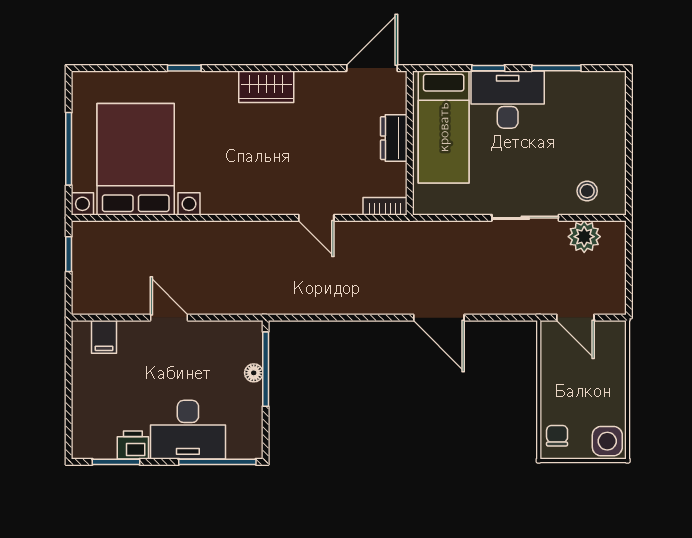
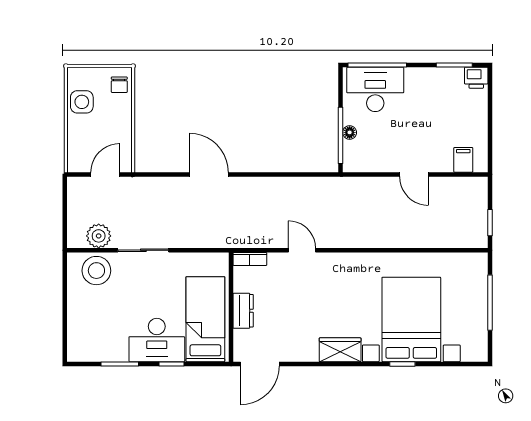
bed with nightstands: (136, 159) -> (411, 319), moved, turned 180
stool: (587, 191) -> (96, 271), width x1.89, depth x1.89
door: (575, 318) -> (105, 174), hinge flipped
desk: (188, 430) -> (375, 89), moved
side table: (607, 441) -> (82, 102), moved
printer: (133, 445) -> (476, 78), moved

